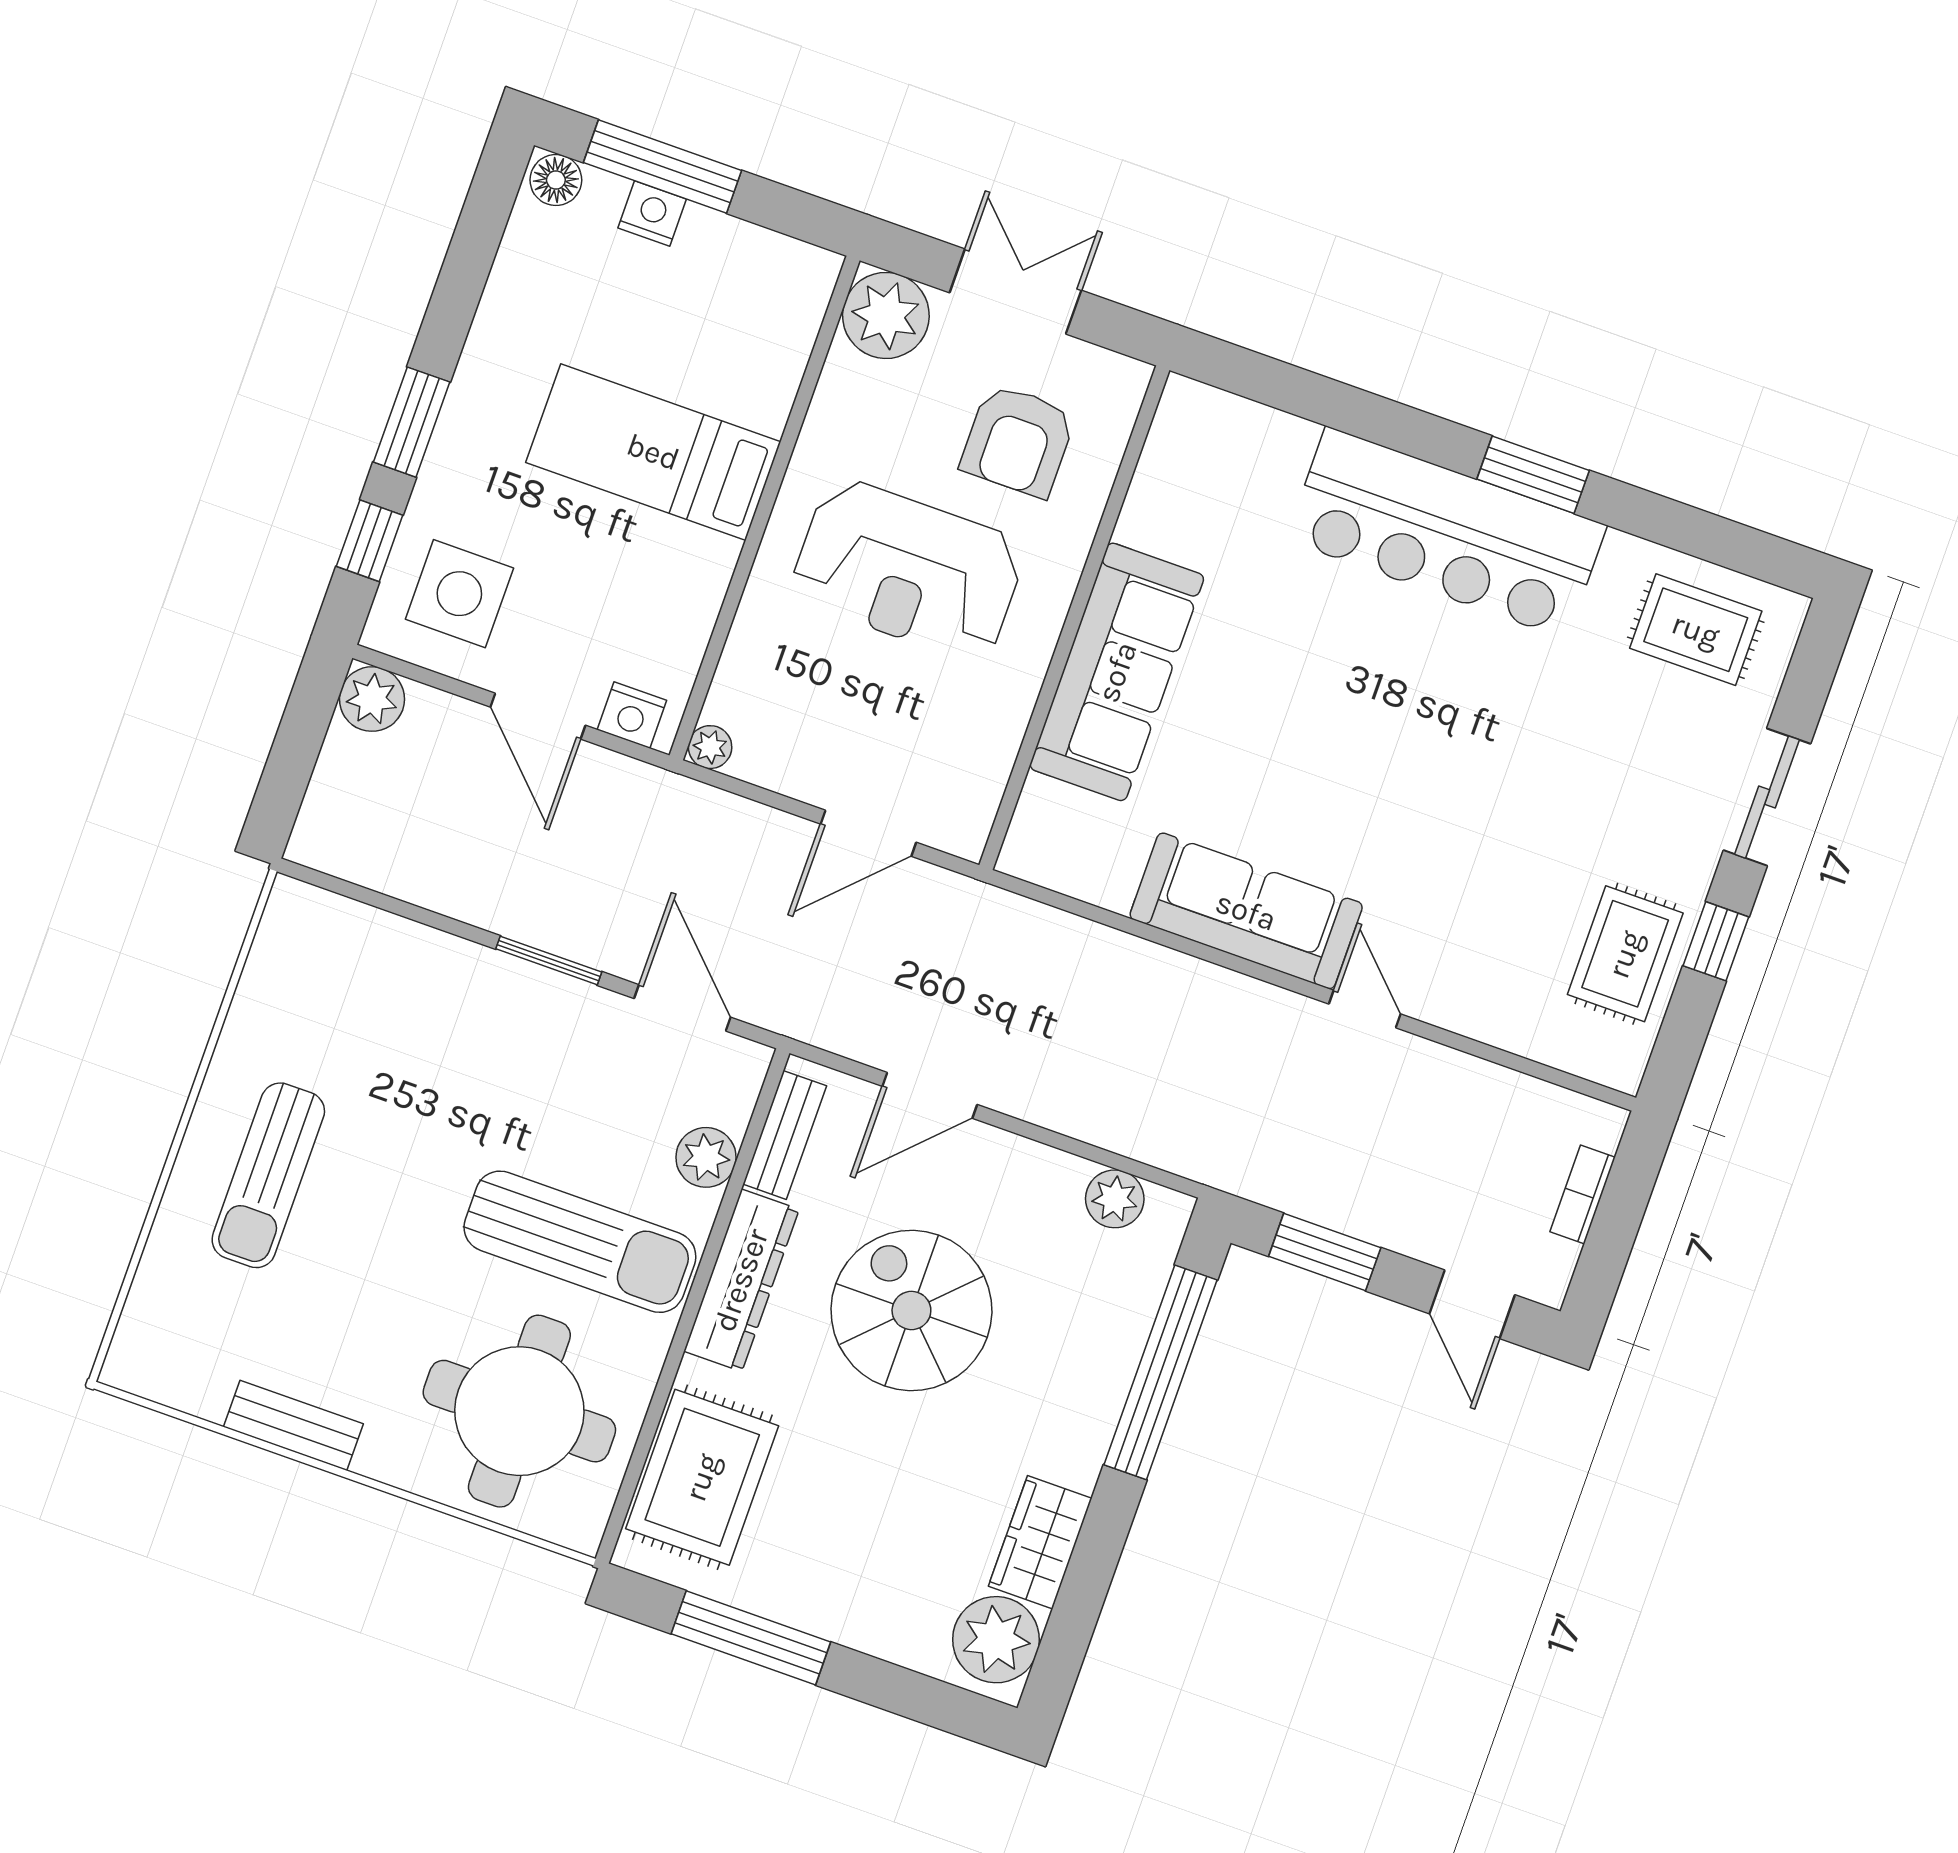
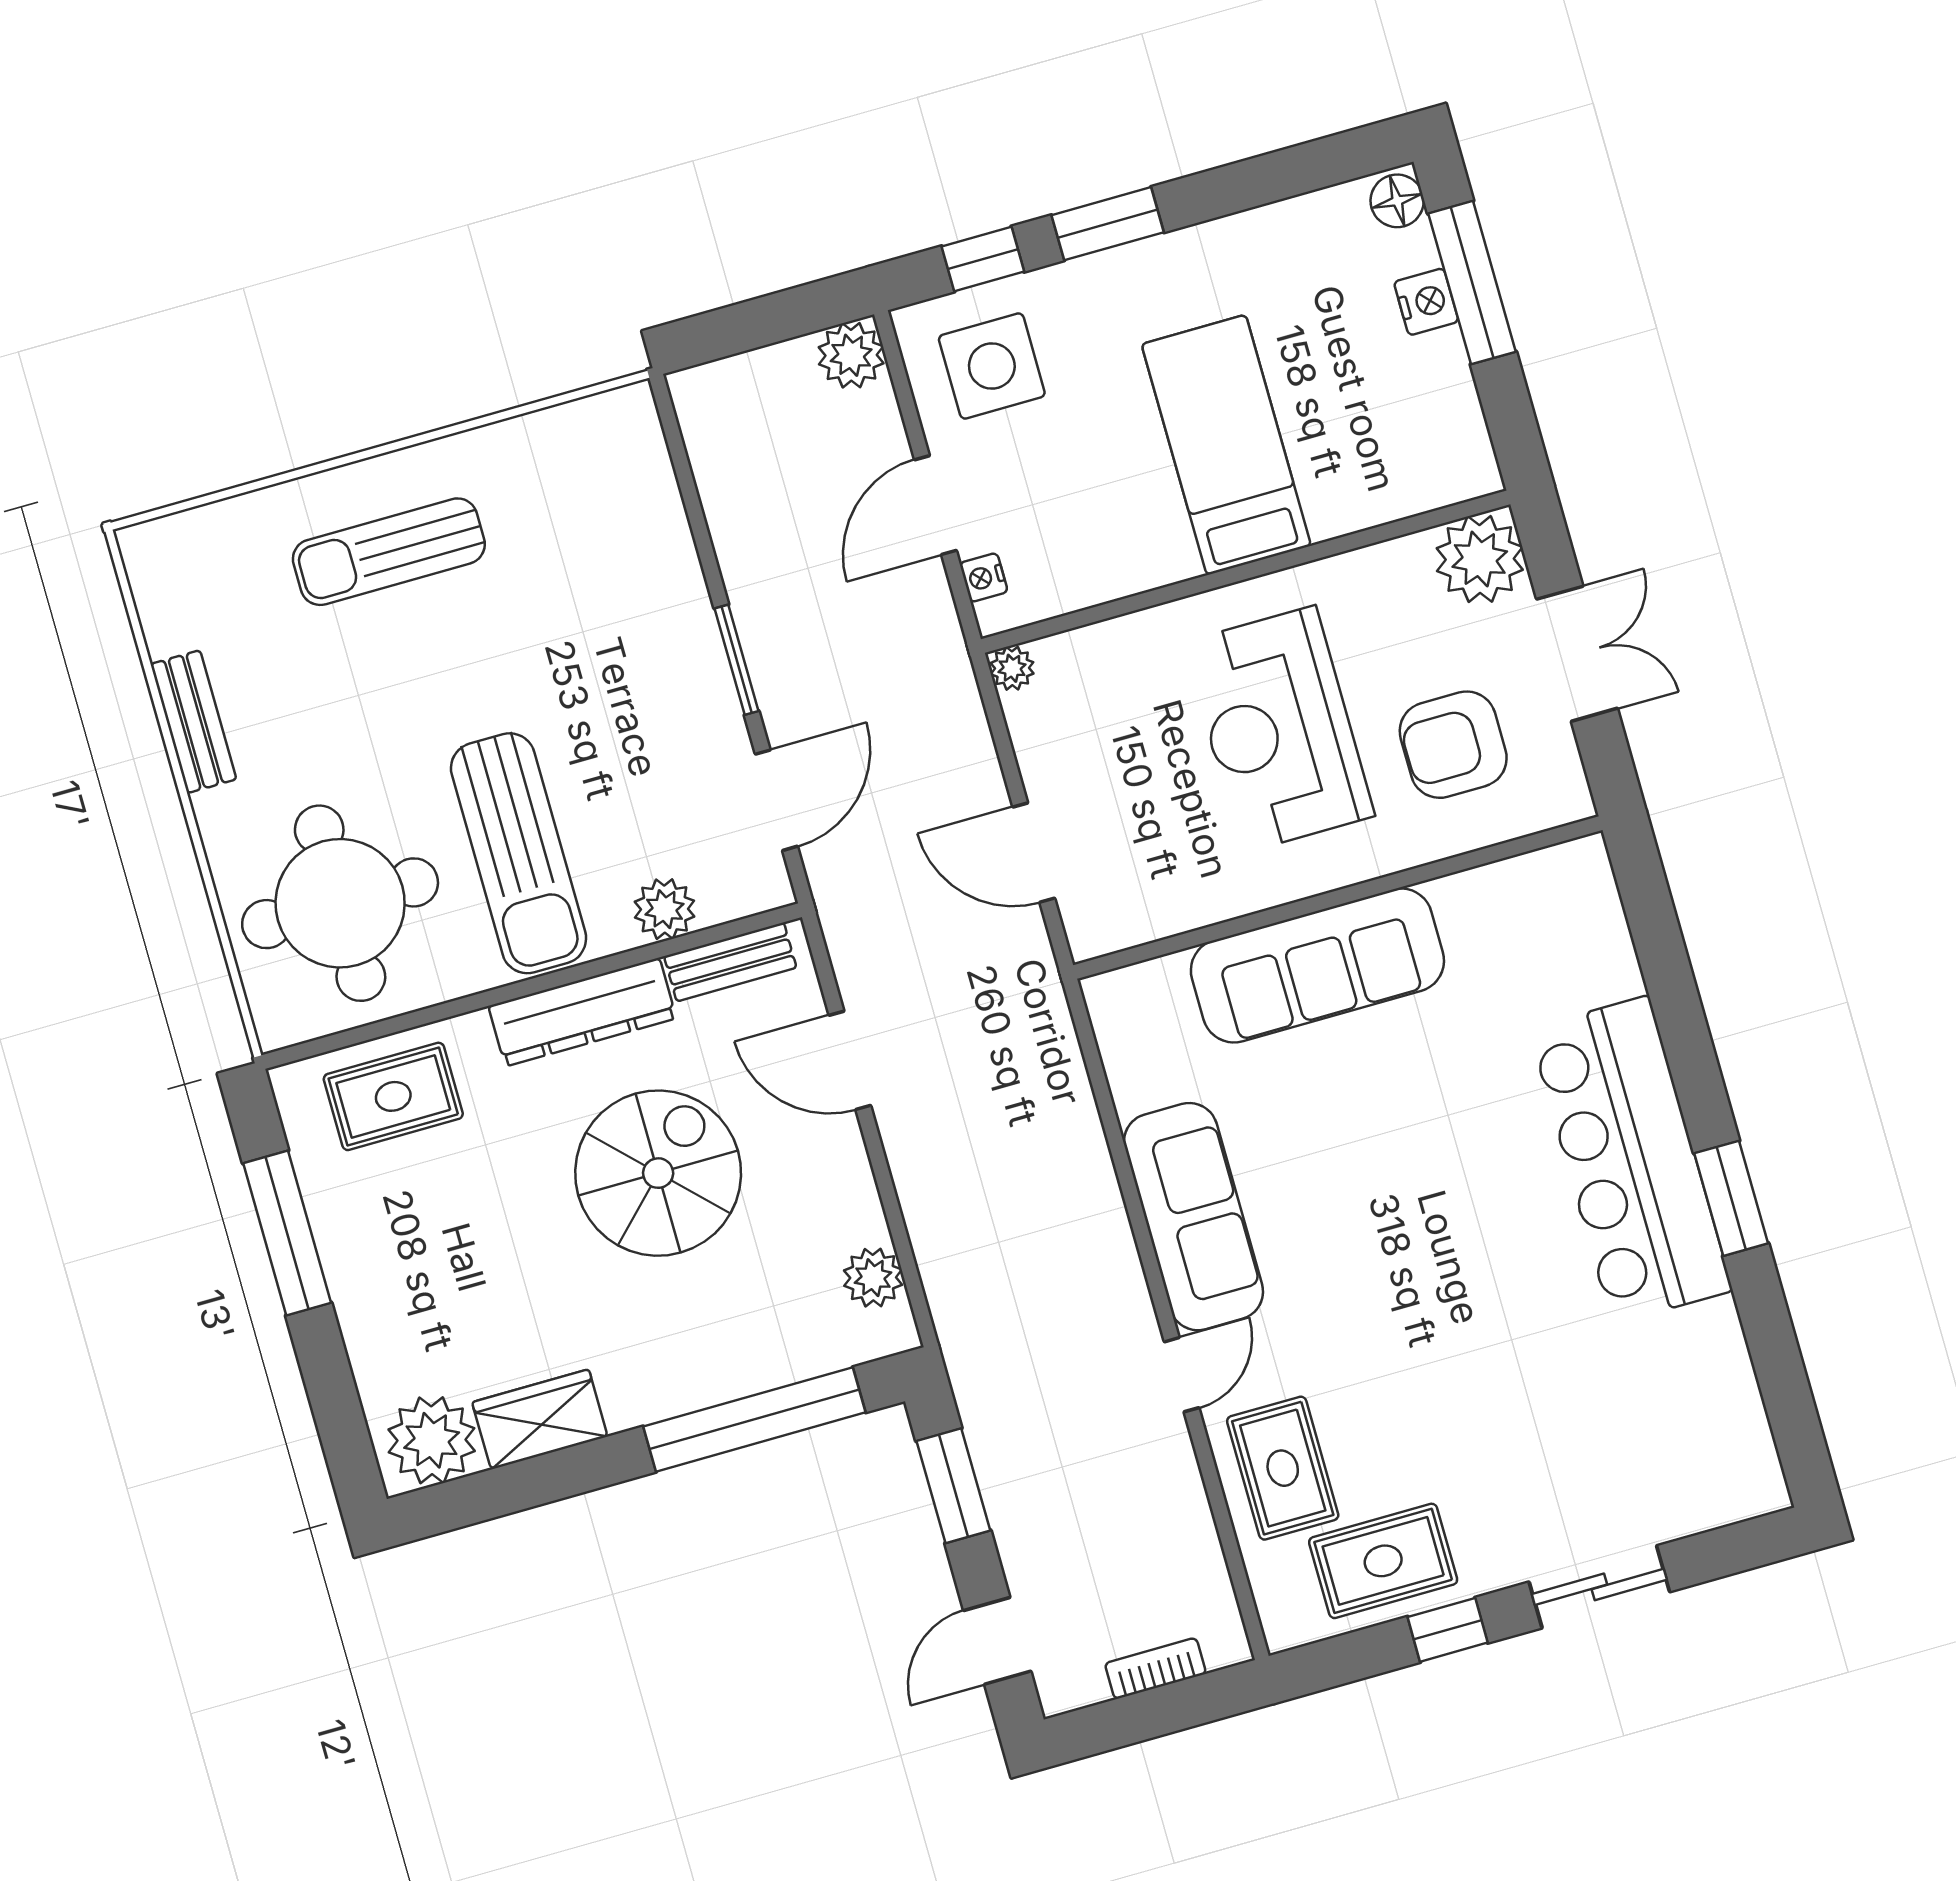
rug: (1696, 630) -> (1283, 1468), moved
nightstand: (632, 715) -> (984, 577), width x0.72, depth x0.74
rug: (702, 1477) -> (393, 1096), width x0.73, depth x0.70

